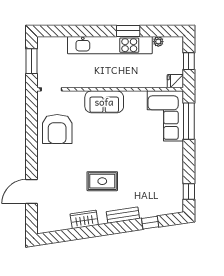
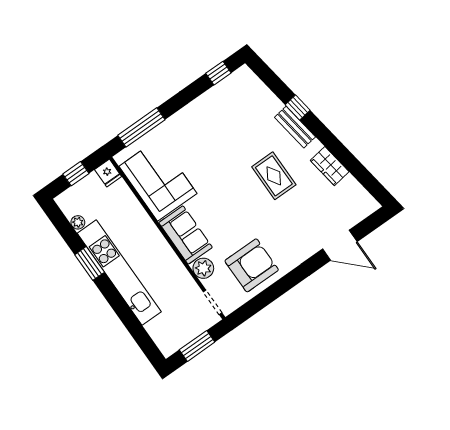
plant: (76, 98) -> (203, 268), added
corner sofa: (165, 116) -> (158, 180), moved, turned -90
window: (150, 223) -> (298, 108), moved

